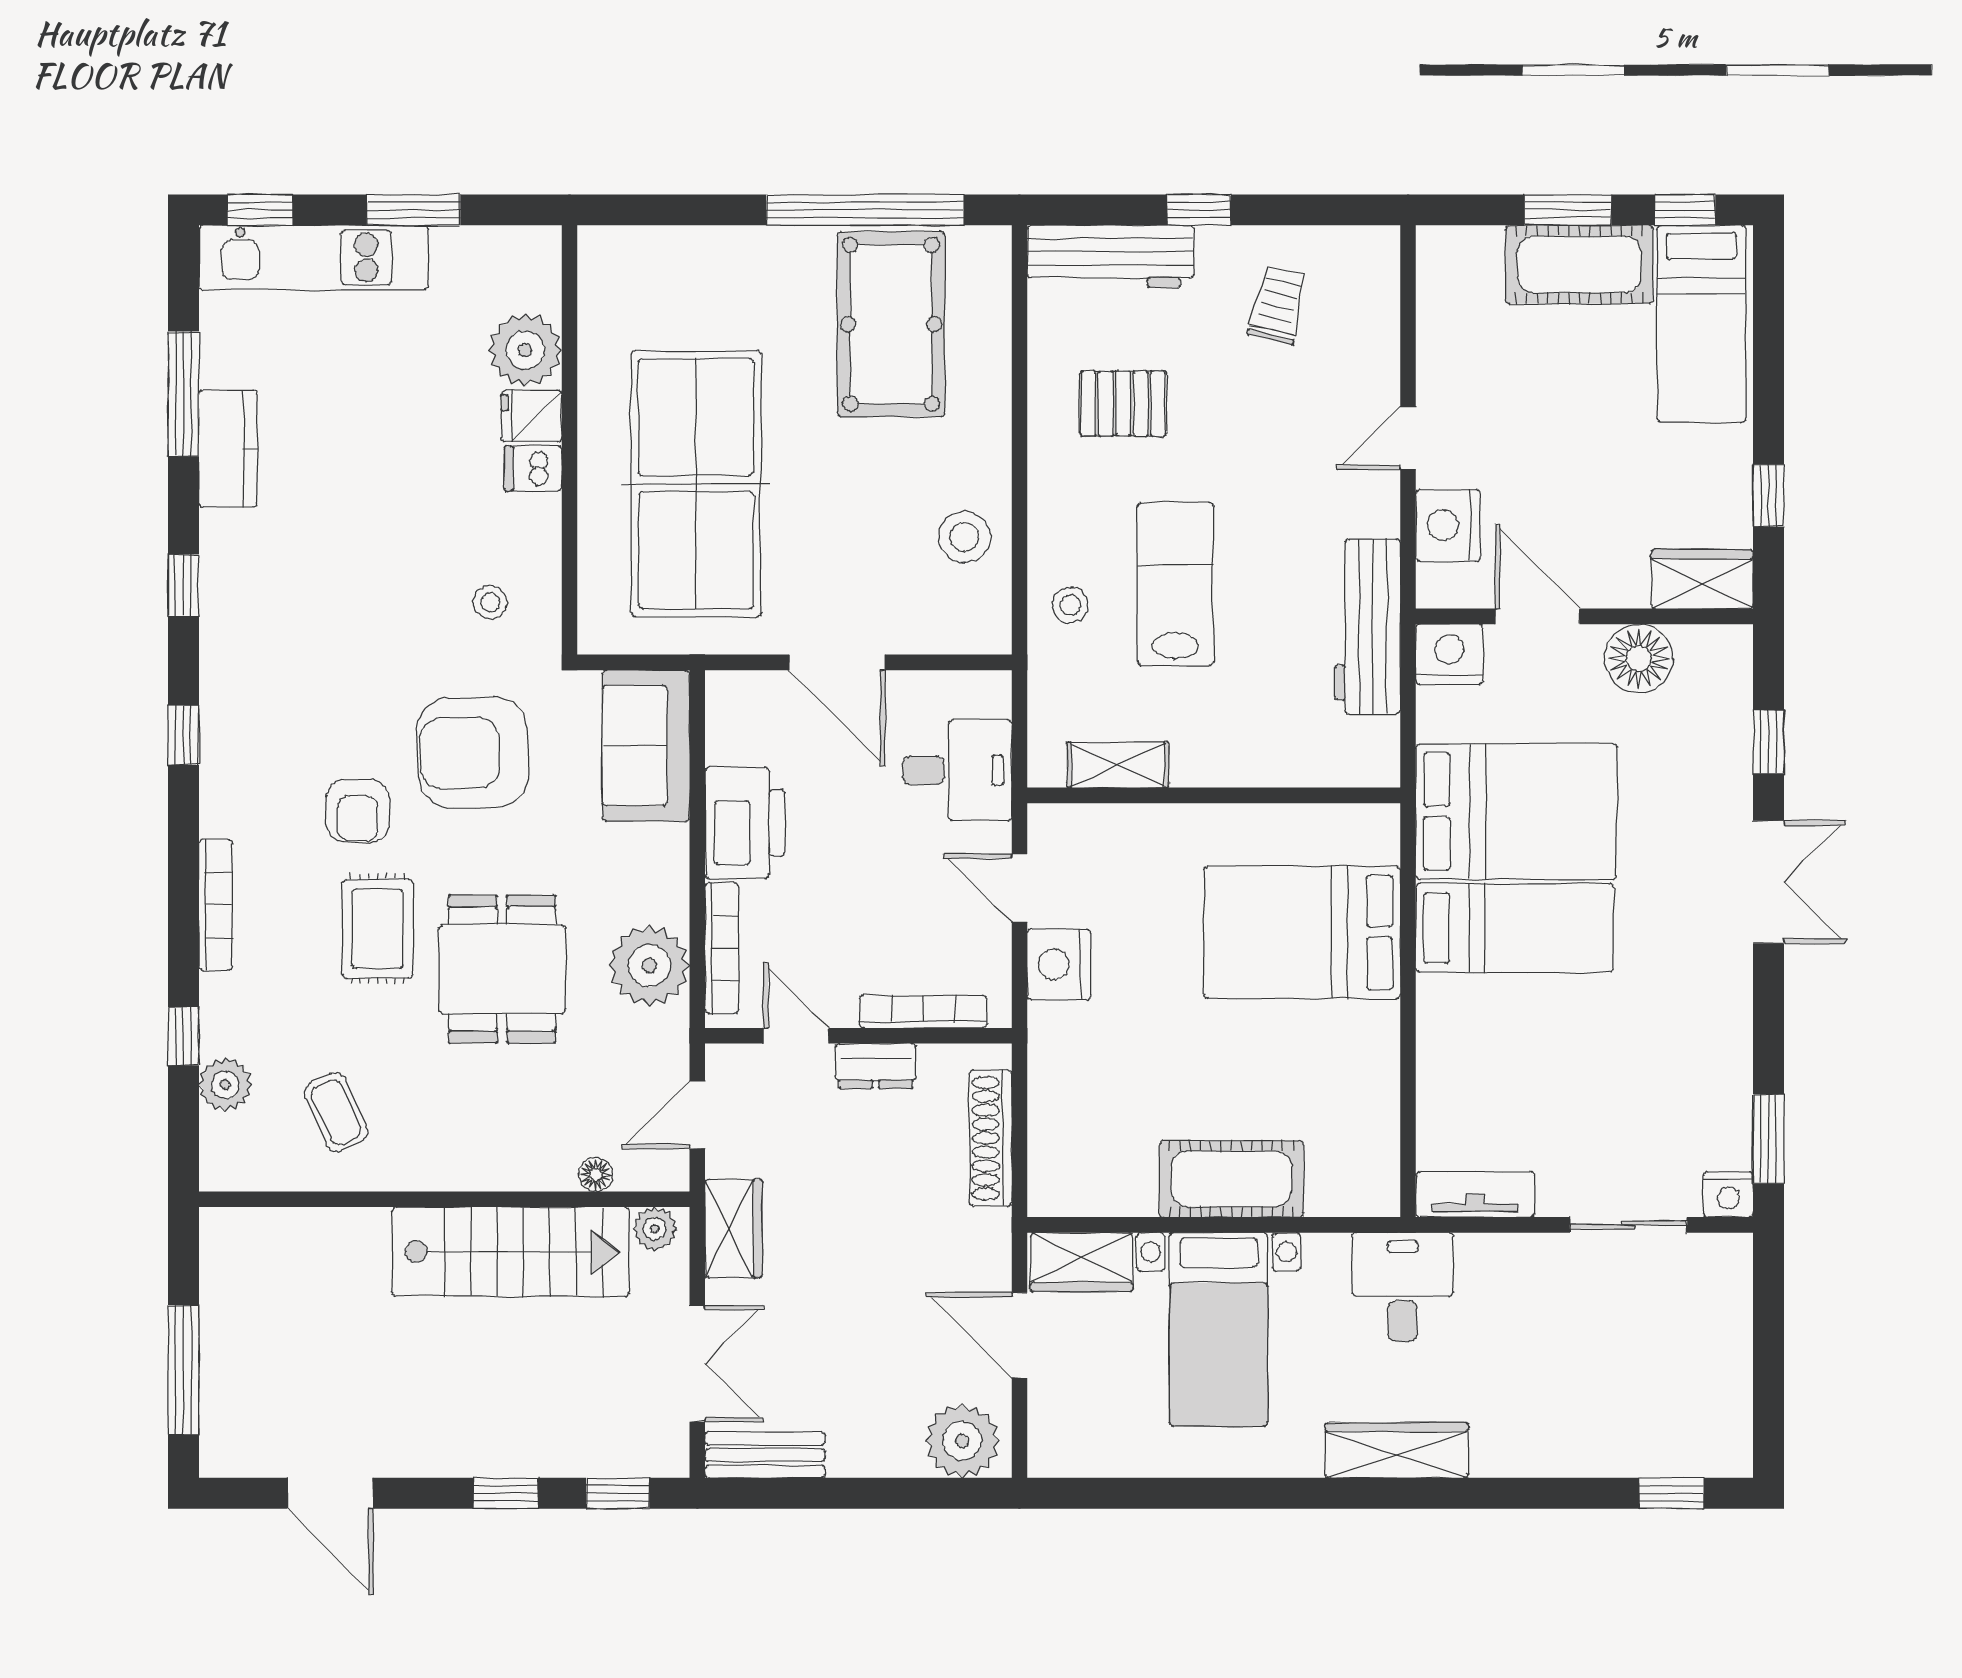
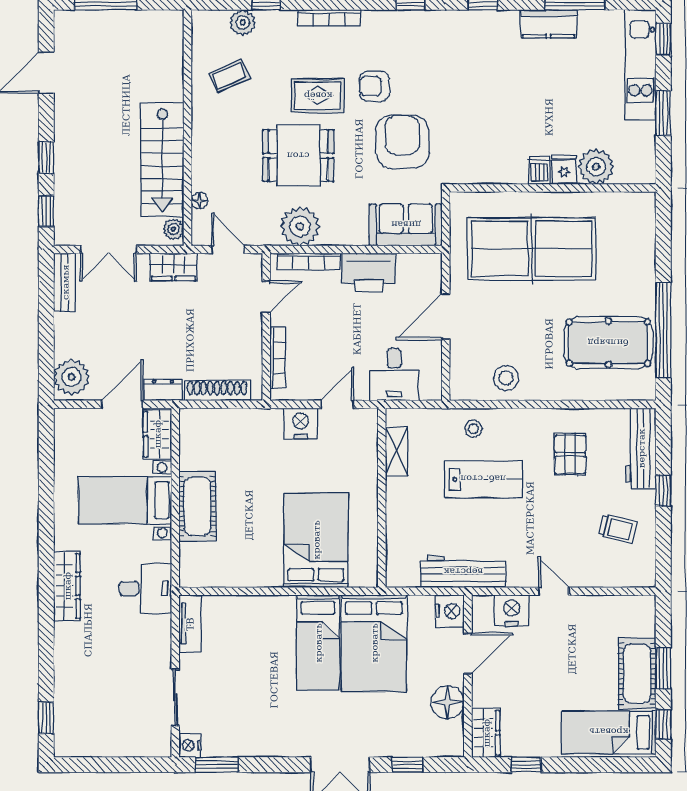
stool: (490, 602) -> (475, 150), removed
dresser: (876, 1066) -> (163, 390), moved, turned 90

